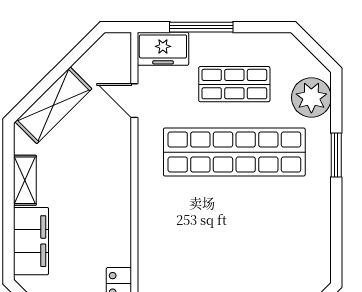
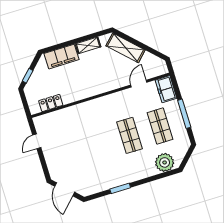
window: (201, 27) -> (184, 114), moved
shop shelf: (234, 152) -> (130, 135), width x0.50, depth x0.74
window: (336, 155) -> (120, 188), moved

